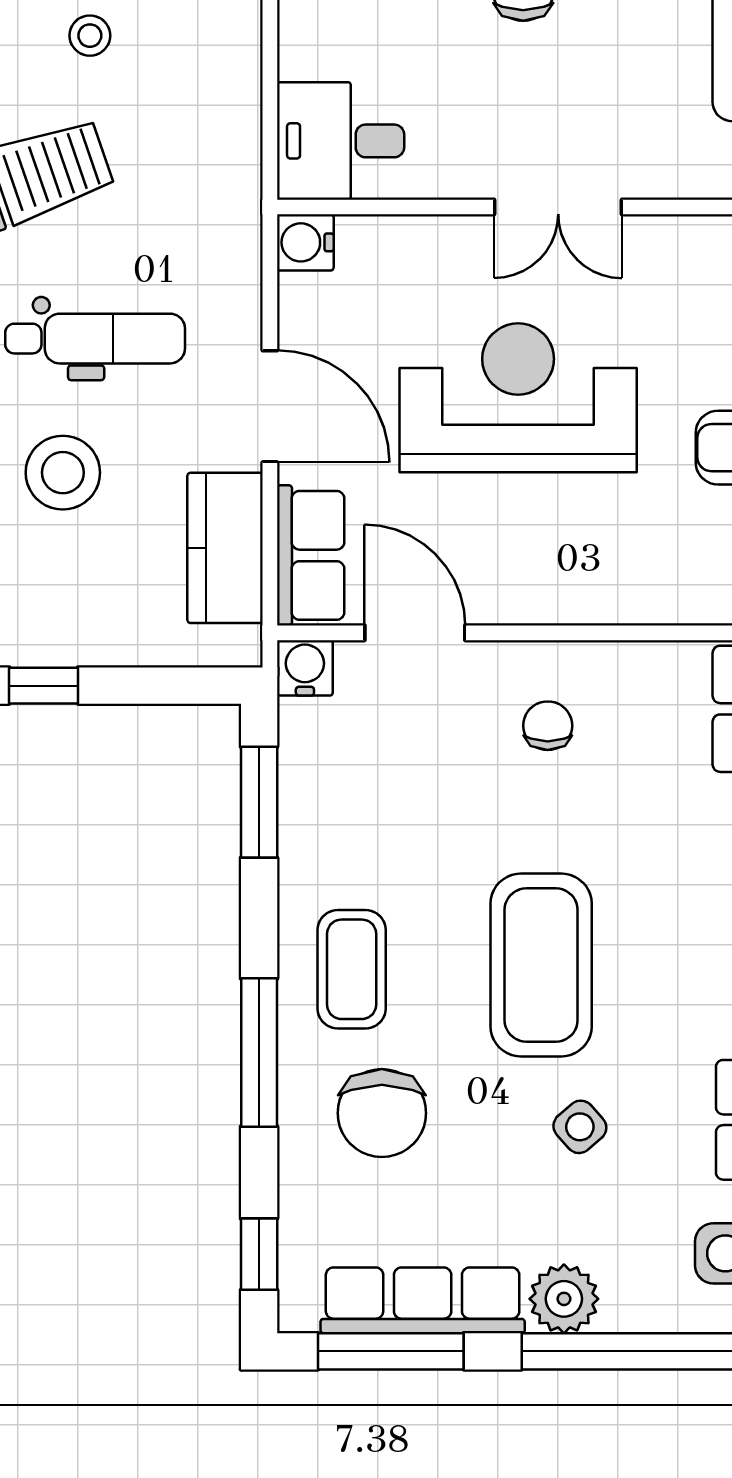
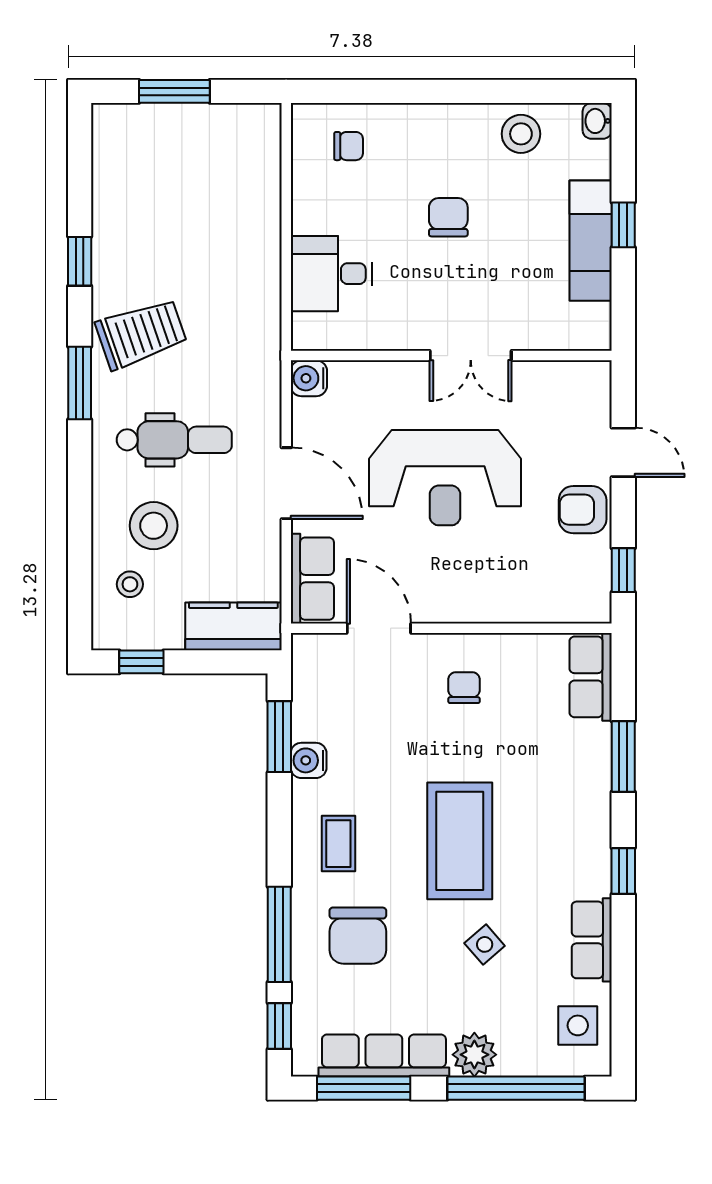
stool: (90, 36) -> (130, 584), moved
desk: (341, 141) -> (331, 274), moved
reception desk: (518, 398) -> (445, 478), turned 180
kitchen counter: (225, 548) -> (233, 626), moved, turned 90
water cooler: (305, 668) -> (309, 760), moved, turned -90
coffee table: (352, 969) -> (338, 844), width x0.73, depth x0.77
window: (259, 1053) -> (279, 934), moved

